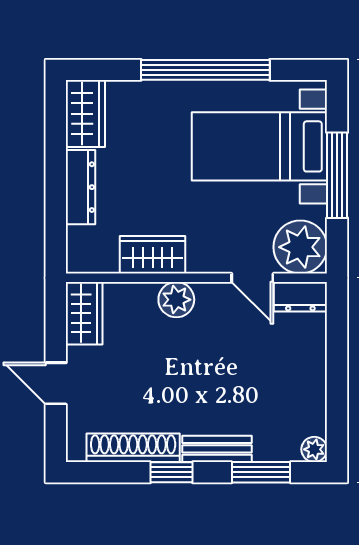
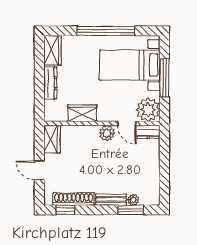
plant: (176, 300) -> (107, 133), moved
plant: (314, 449) -> (133, 200), moved
window: (172, 472) -> (65, 210), moved

